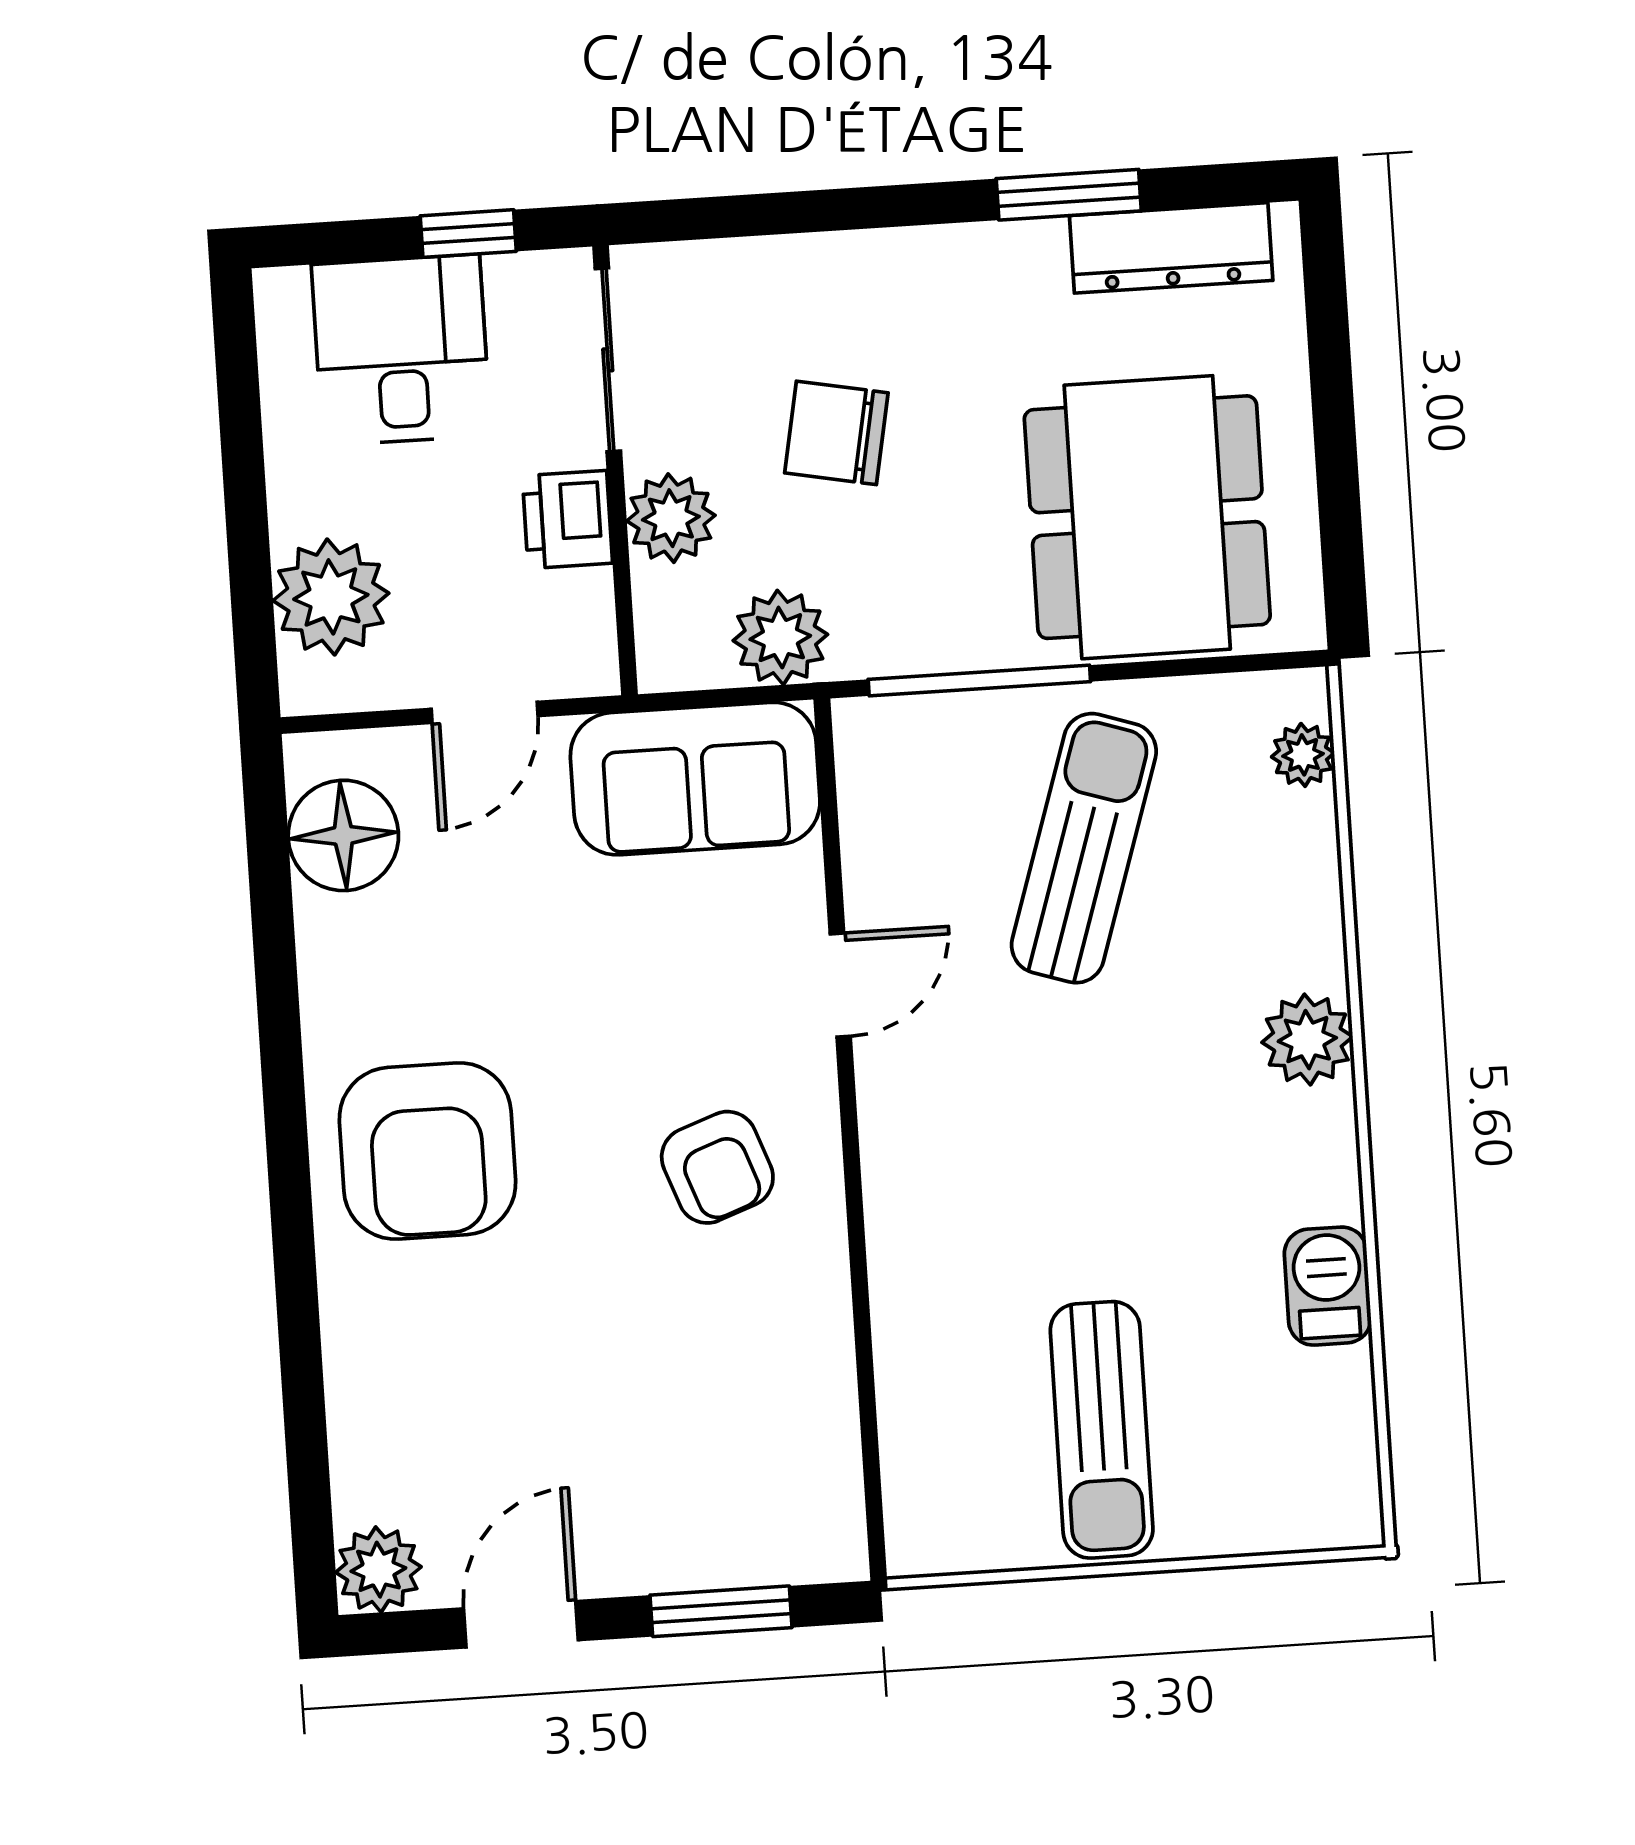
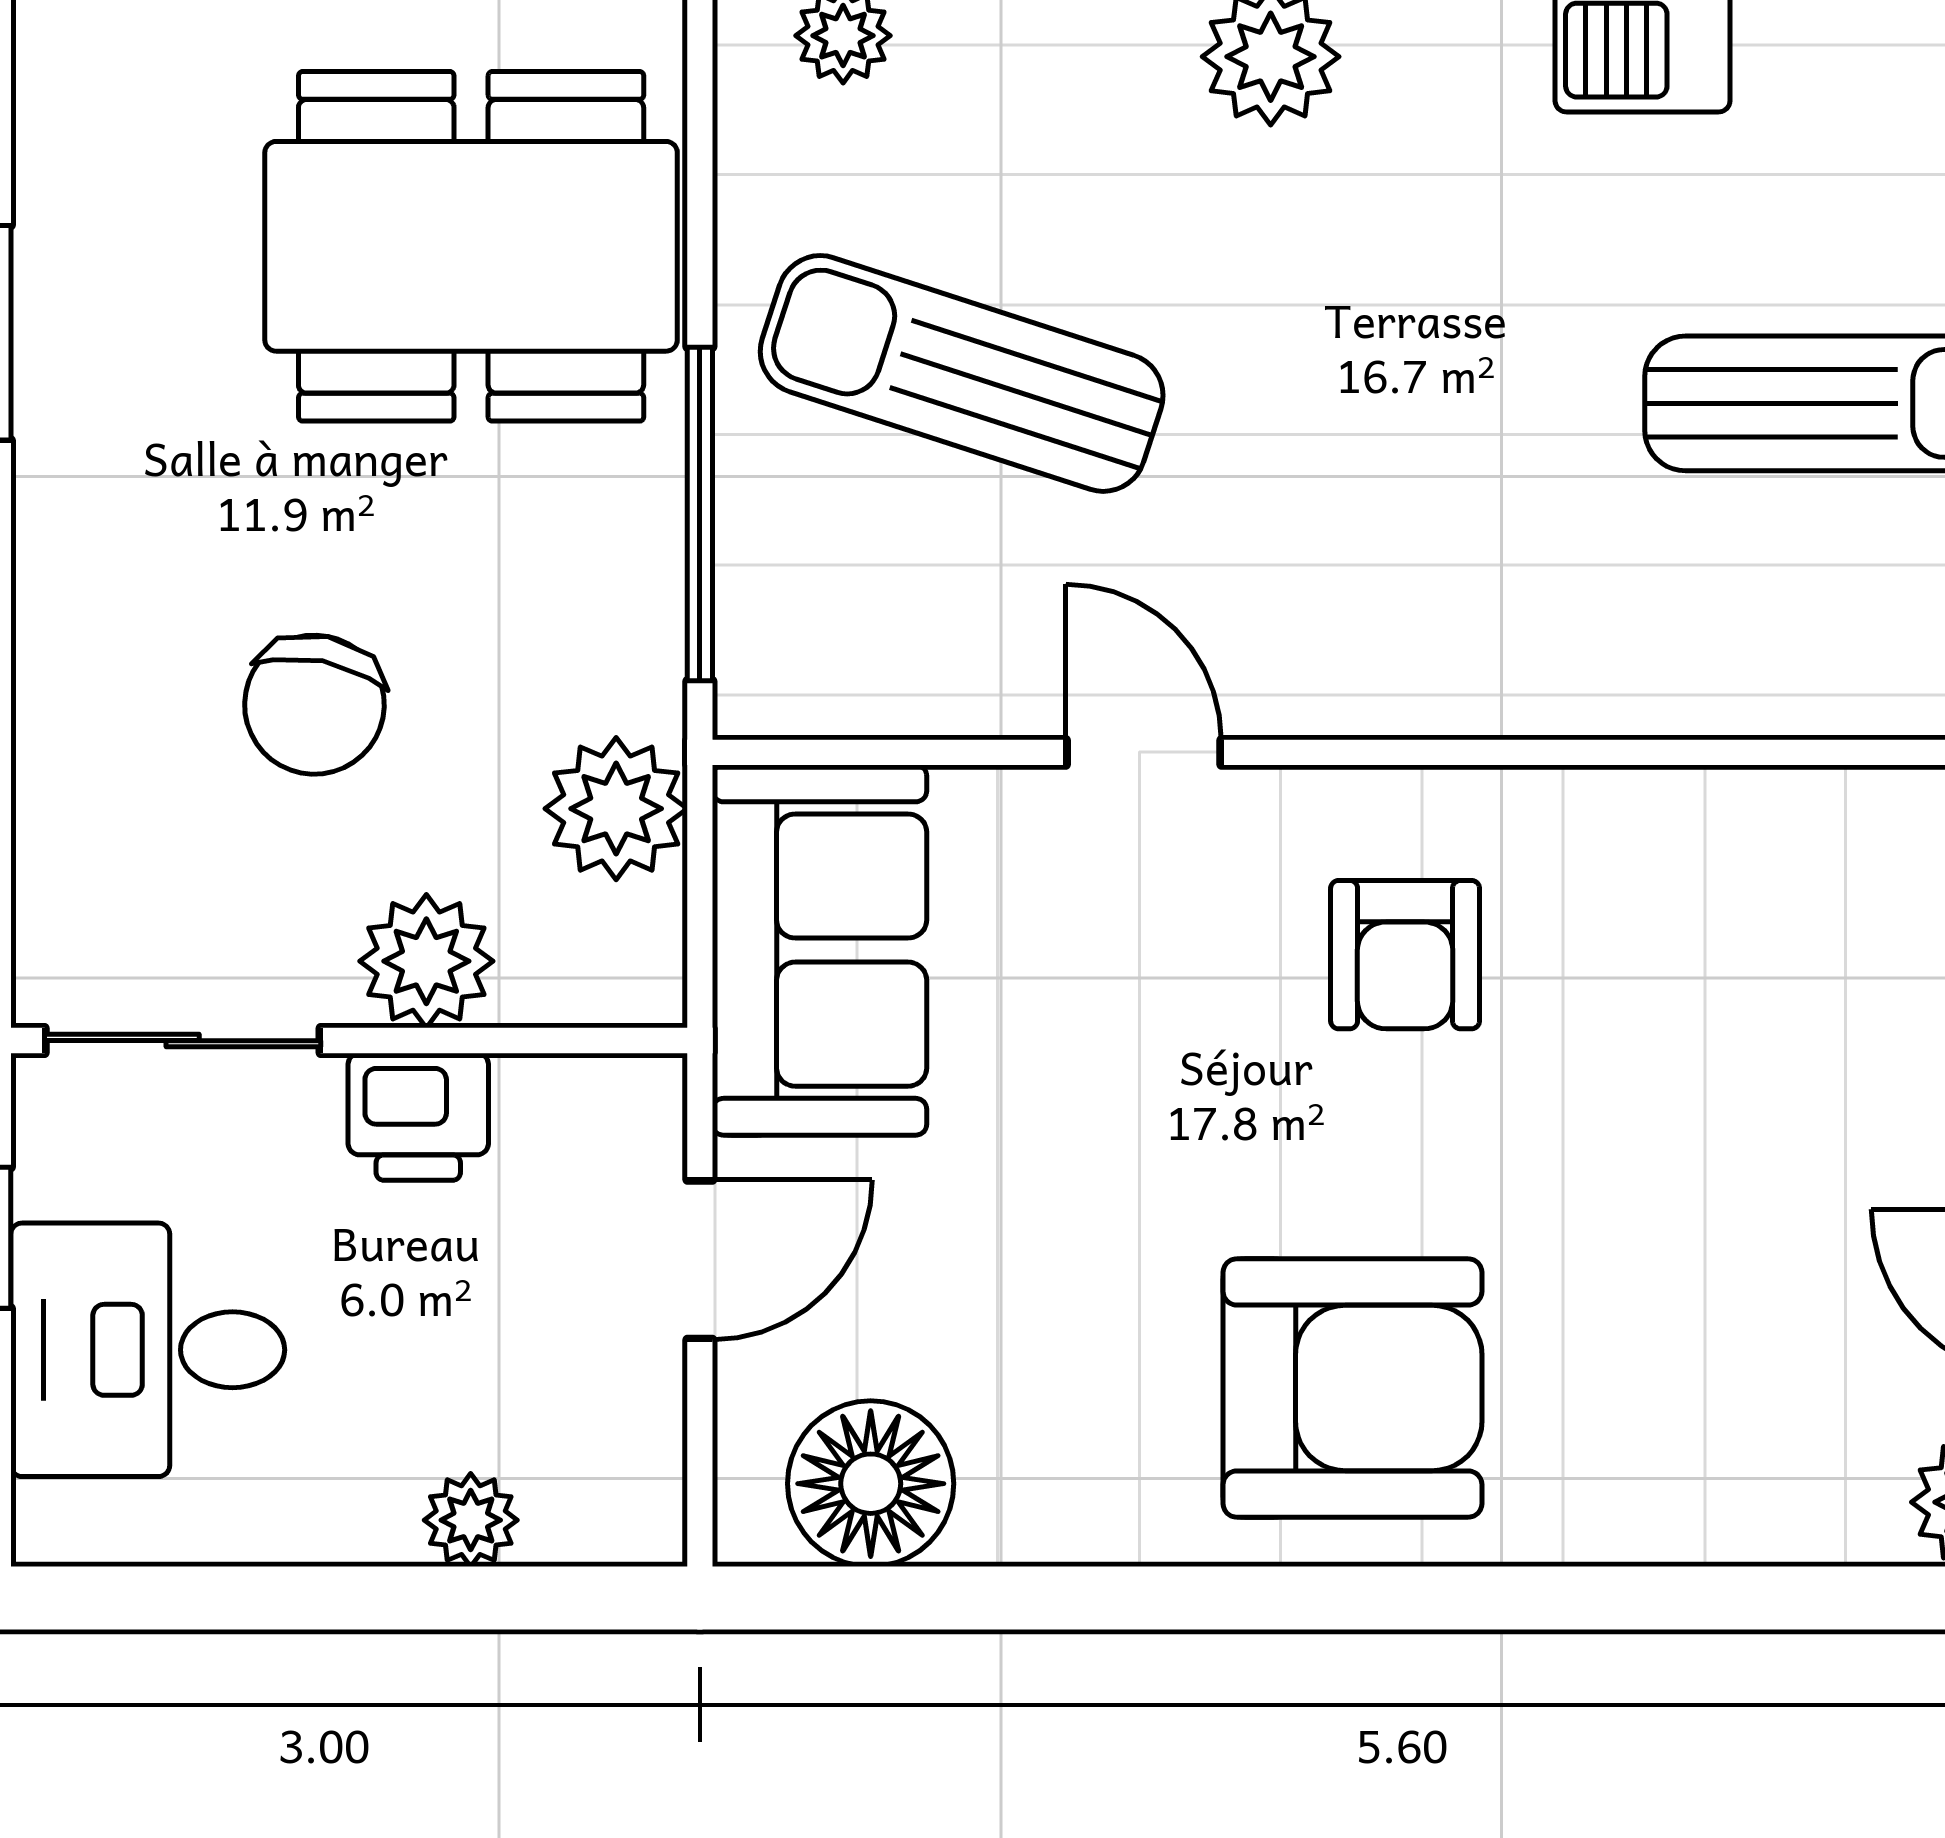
dresser: (1171, 248) -> (69, 184), removed
plant: (331, 597) -> (471, 1520), width x0.53, depth x0.53
door: (485, 712) -> (700, 1260), hinge flipped
armchair: (717, 1167) -> (1405, 955), turned 110

